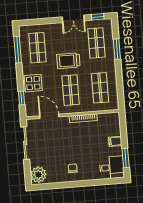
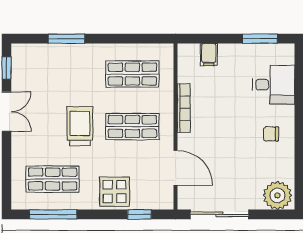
shop shelf: (96, 43) -> (53, 74), removed
trolley: (68, 61) -> (80, 126), turned 180
door: (49, 116) -> (176, 168), swing flipped
filing cabinet: (115, 141) -> (209, 55), moved
desk: (112, 167) -> (274, 85), moved, turned 90

